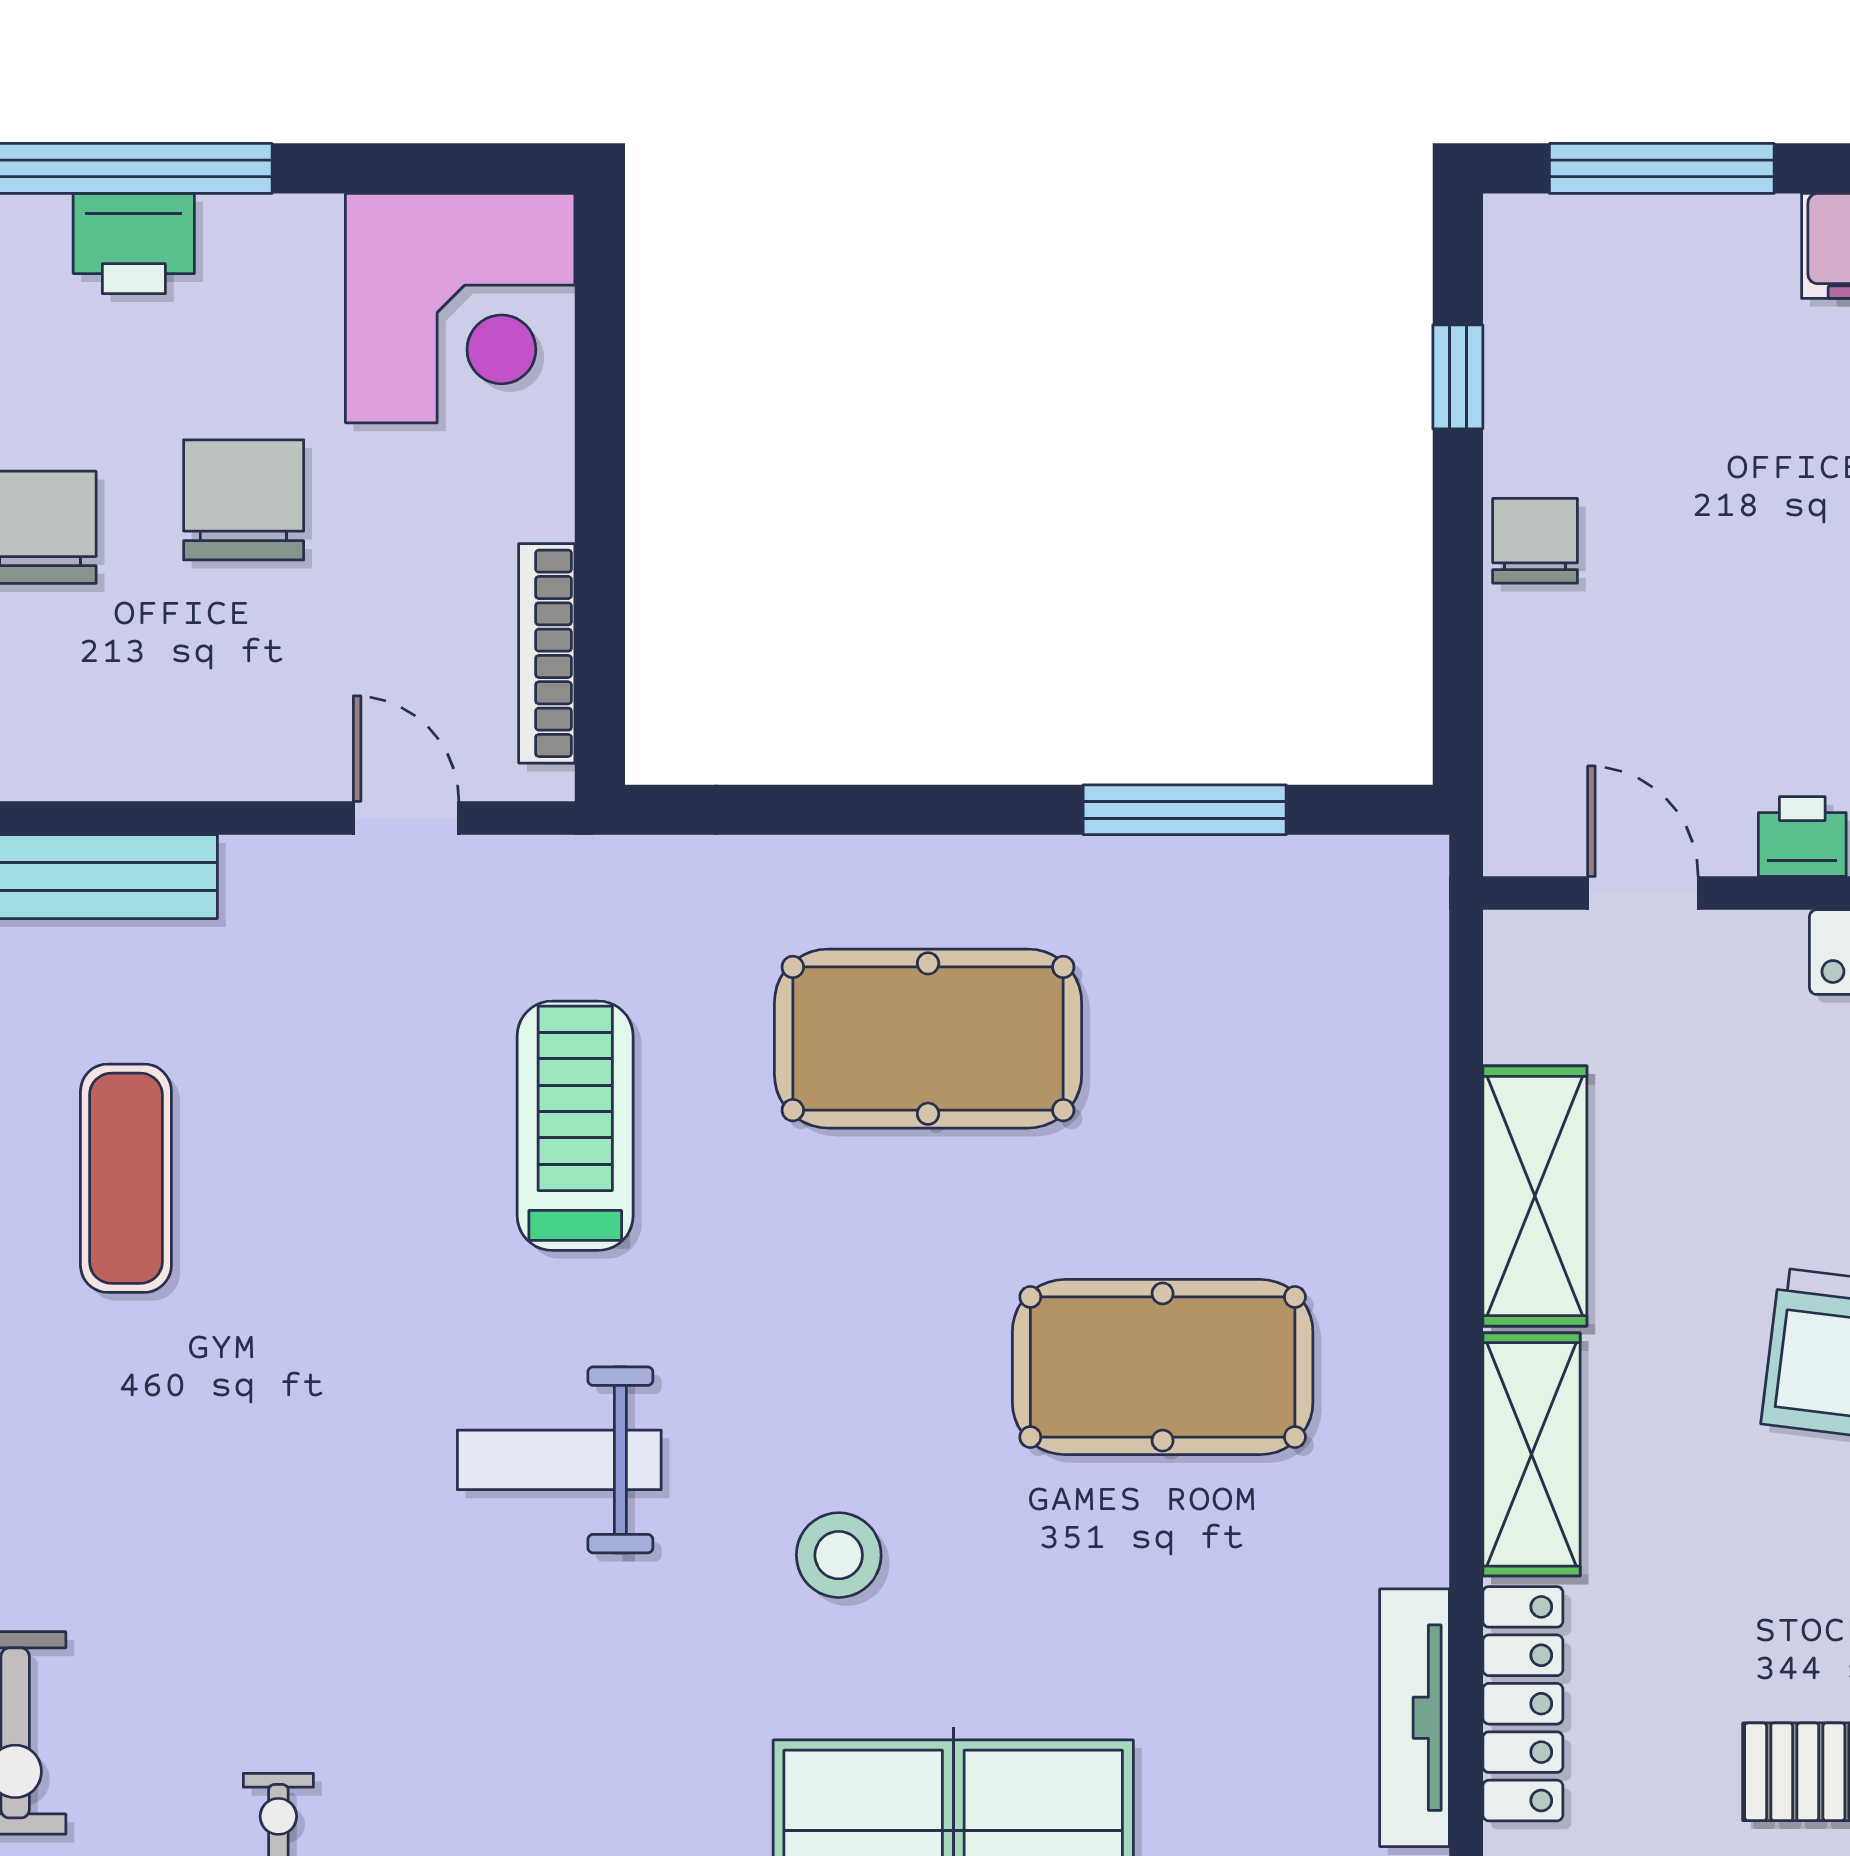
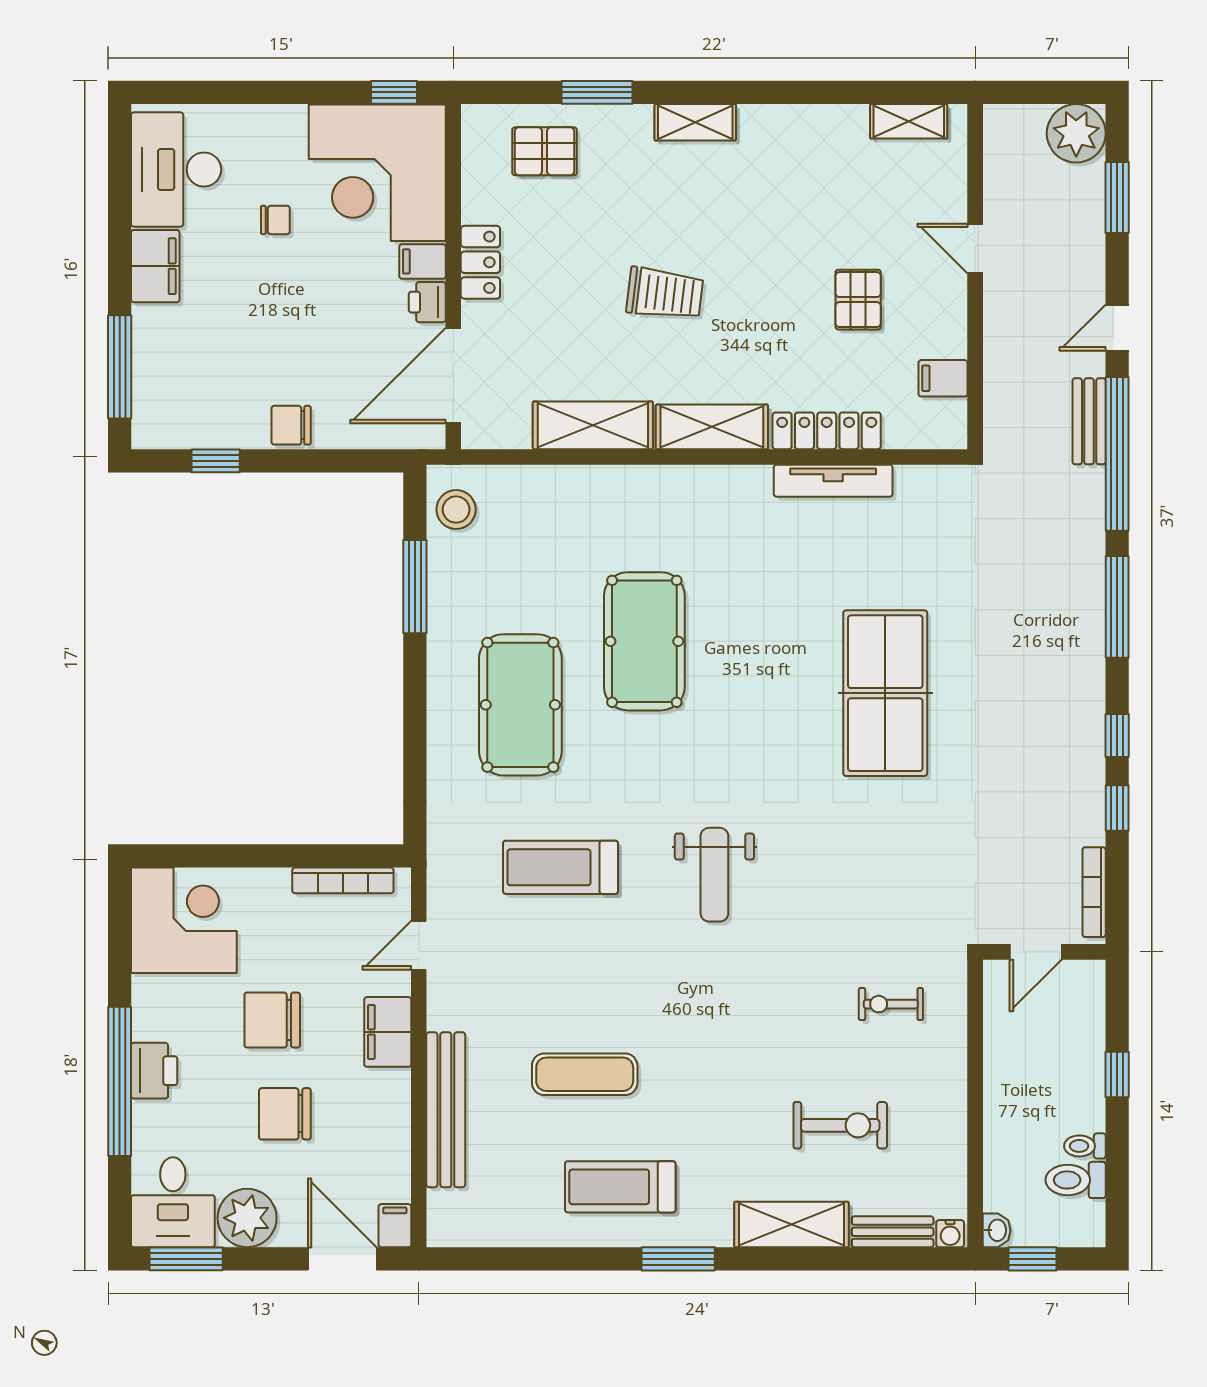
filing cabinet: (218, 751) -> (388, 1032), added
door: (1643, 893) -> (453, 376), width x1.88
pool table: (1163, 1367) -> (644, 641), moved
stool: (839, 1555) -> (456, 510), moved

